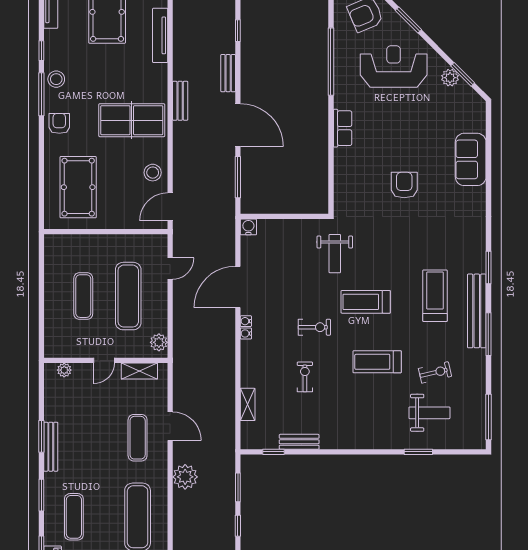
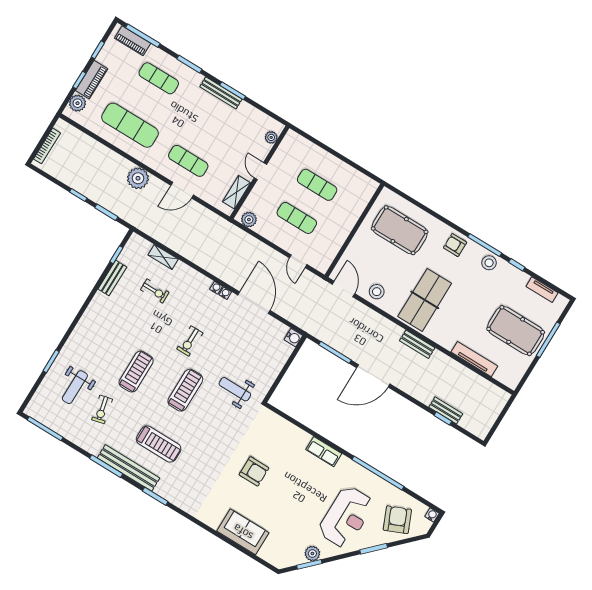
bench: (228, 73) -> (446, 410), moved
armchair: (59, 123) -> (455, 245), turned 180
exercise mat: (128, 296) -> (297, 218), width x0.73, depth x0.69
exercise bike: (305, 377) -> (155, 291), moved

